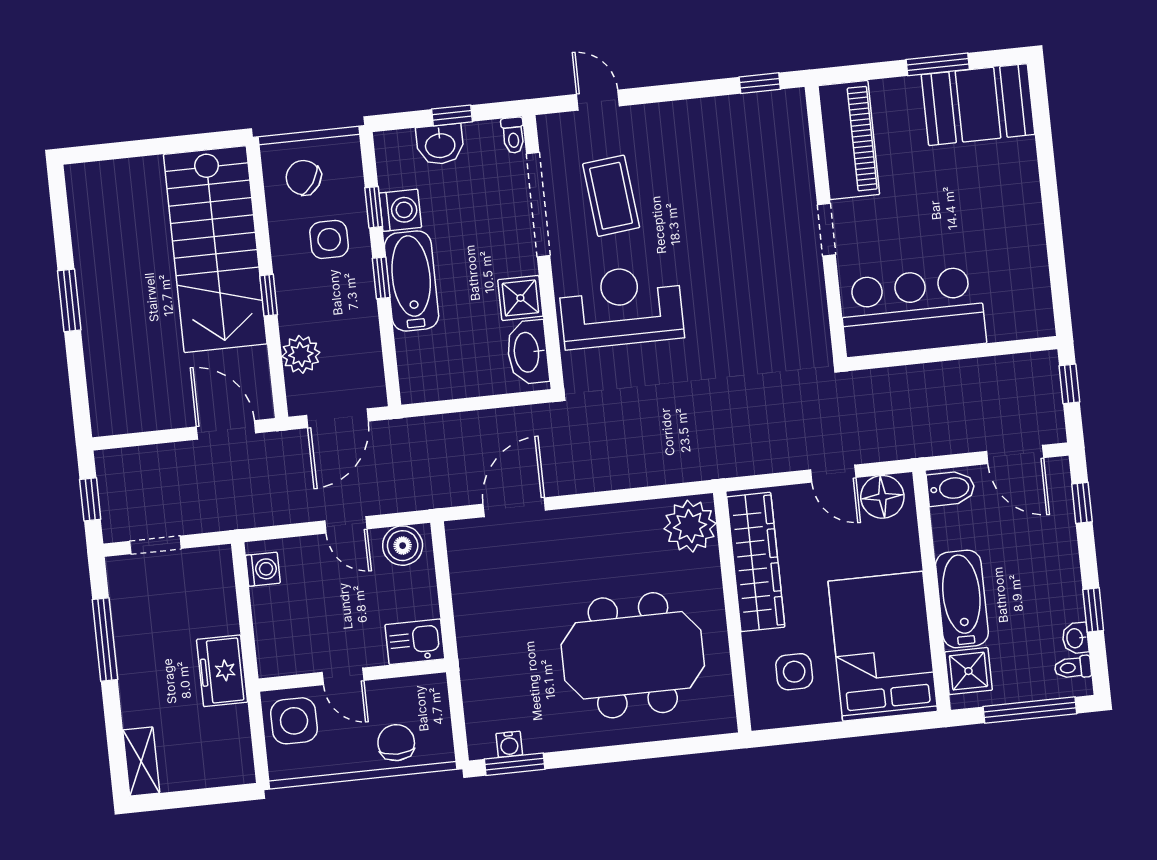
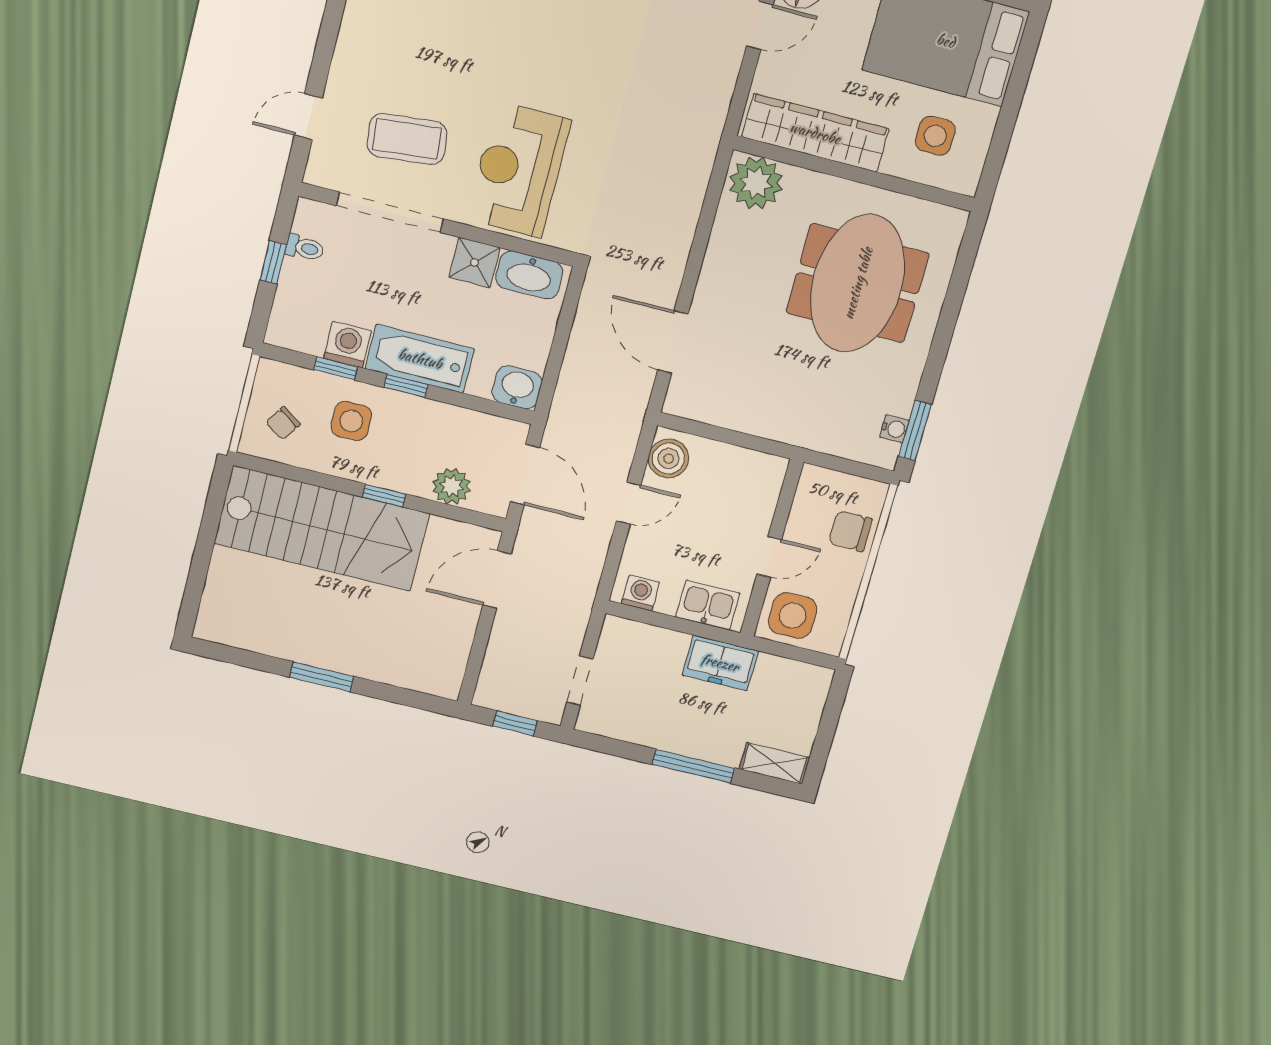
toilet: (513, 135) -> (305, 248), moved
washbasin: (440, 144) -> (517, 387), moved, turned -90
chair: (303, 178) -> (283, 423), width x0.73, depth x0.73
window: (105, 640) -> (693, 766), moved
kitchen sink: (415, 642) -> (708, 605), moved, turned 90

